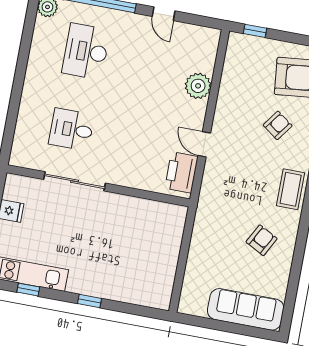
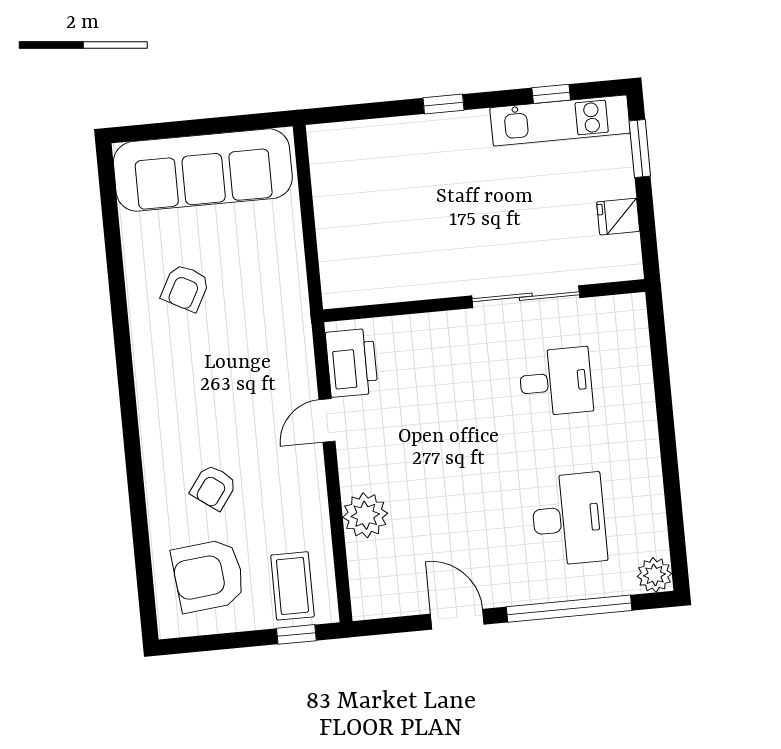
door: (164, 14) -> (457, 619), width x1.38
door: (204, 144) -> (327, 421), swing flipped
coffee table: (291, 189) -> (292, 586), moved
sofa: (246, 309) -> (203, 170), width x1.36, depth x1.27

